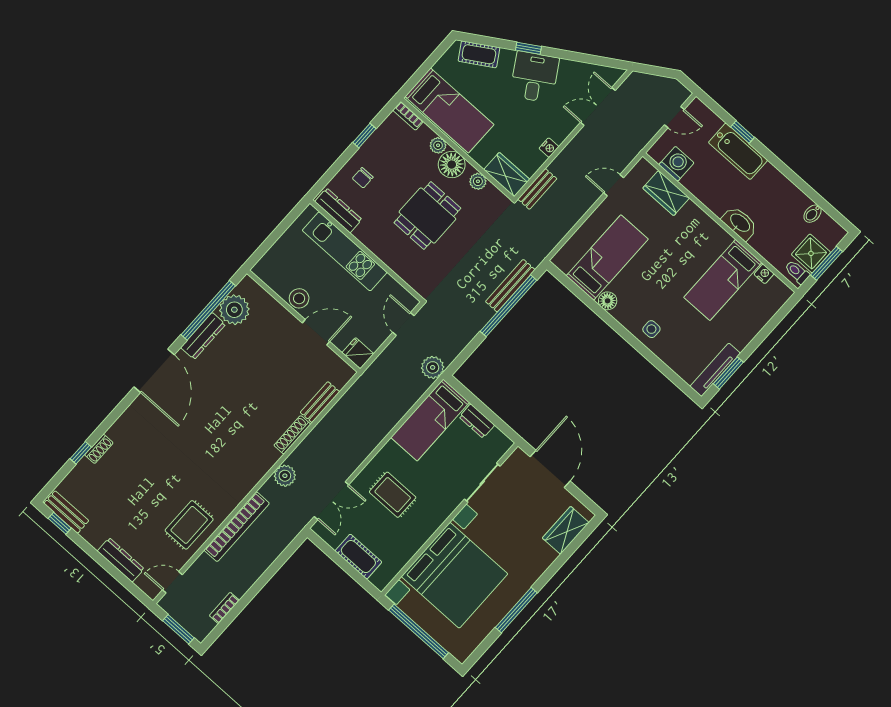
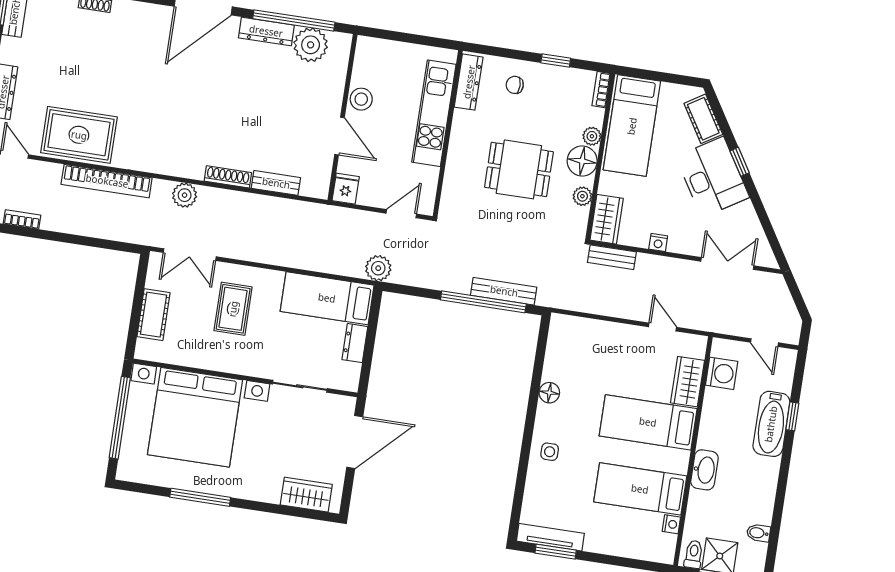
desk: (534, 77) -> (713, 177), width x1.37
bed: (607, 258) -> (648, 422), moved, turned 180
rug: (189, 525) -> (79, 135), width x1.36, depth x1.43

